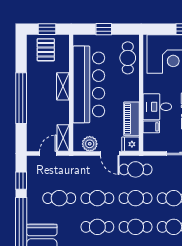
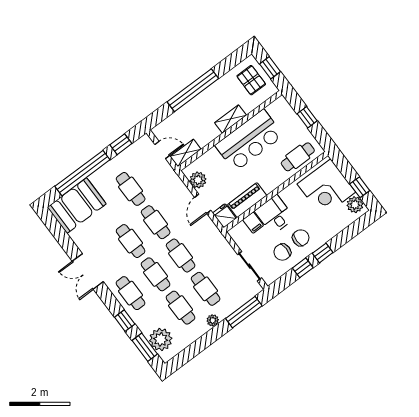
pallet: (46, 50) -> (251, 80), turned 90
bar counter: (89, 84) -> (249, 140), width x0.73
cafe table: (136, 169) -> (206, 237), removed

